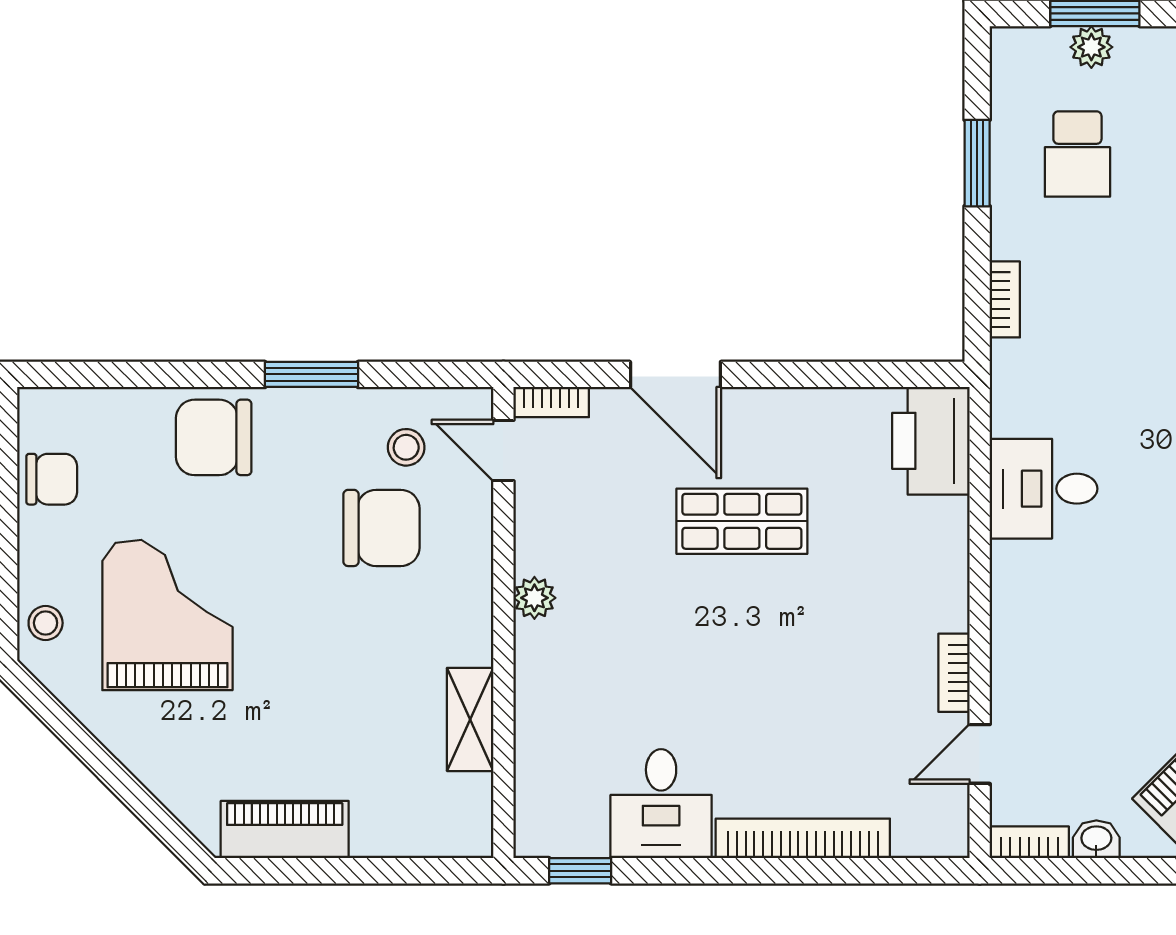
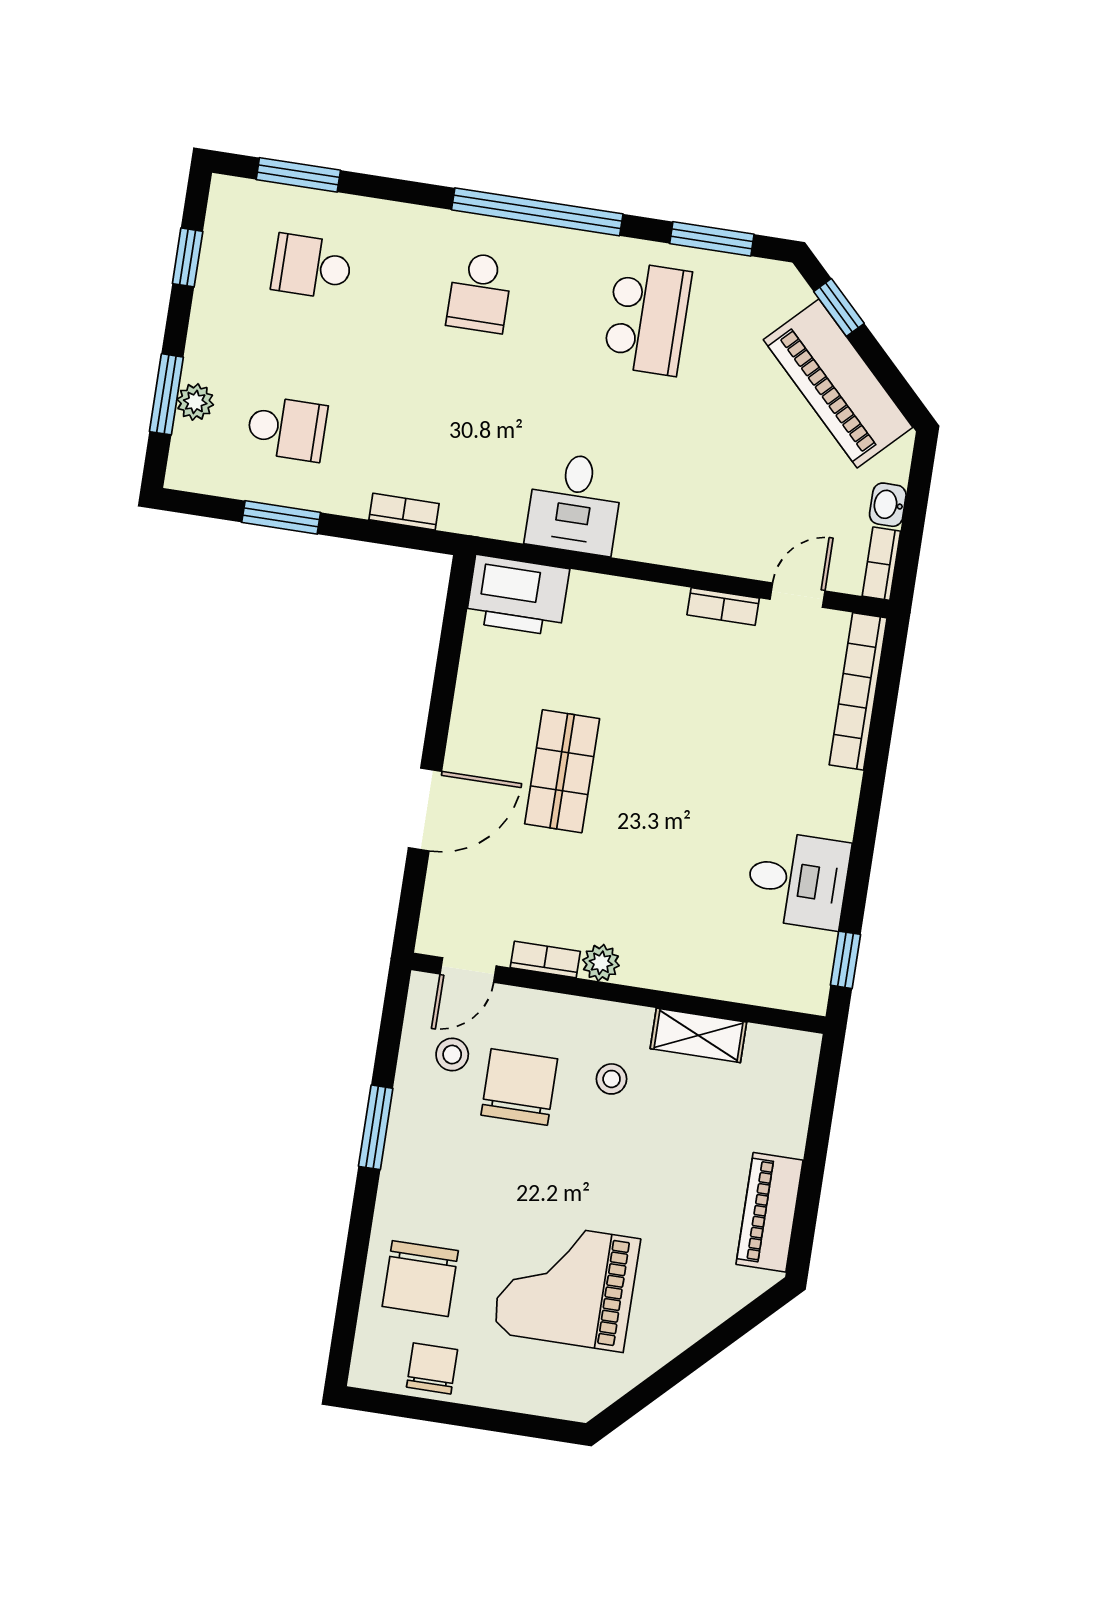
bookcase: (551, 402) -> (545, 959), moved, turned -90
chair: (214, 437) -> (420, 1279), moved
stool: (46, 623) -> (612, 1079), moved
door: (980, 754) -> (797, 595), swing flipped
bookcase: (803, 838) -> (858, 691), moved

